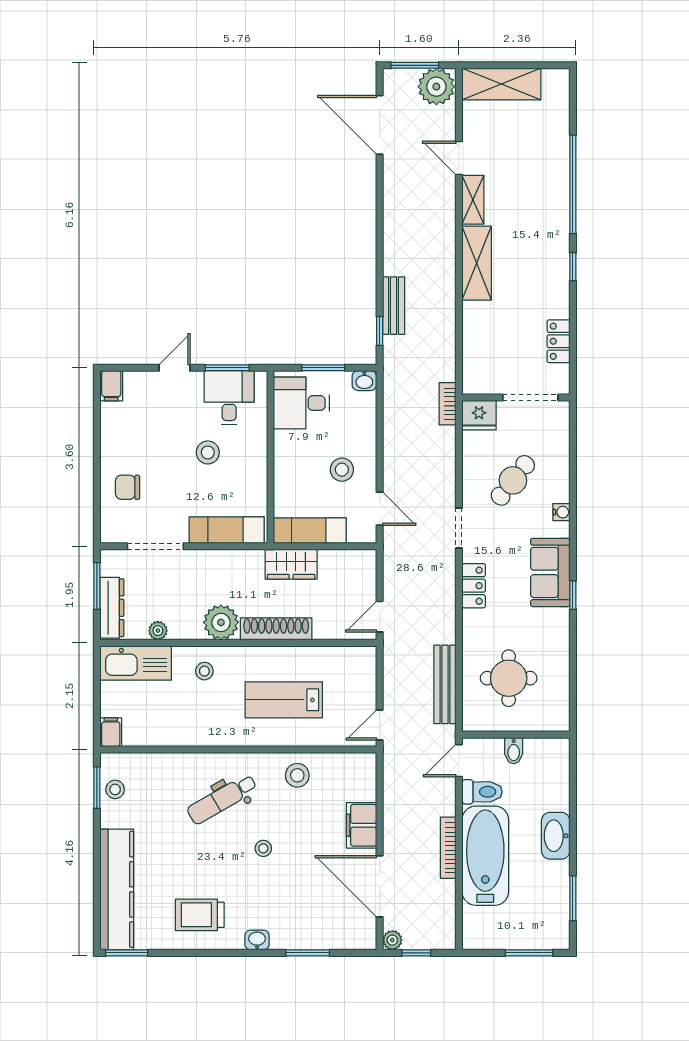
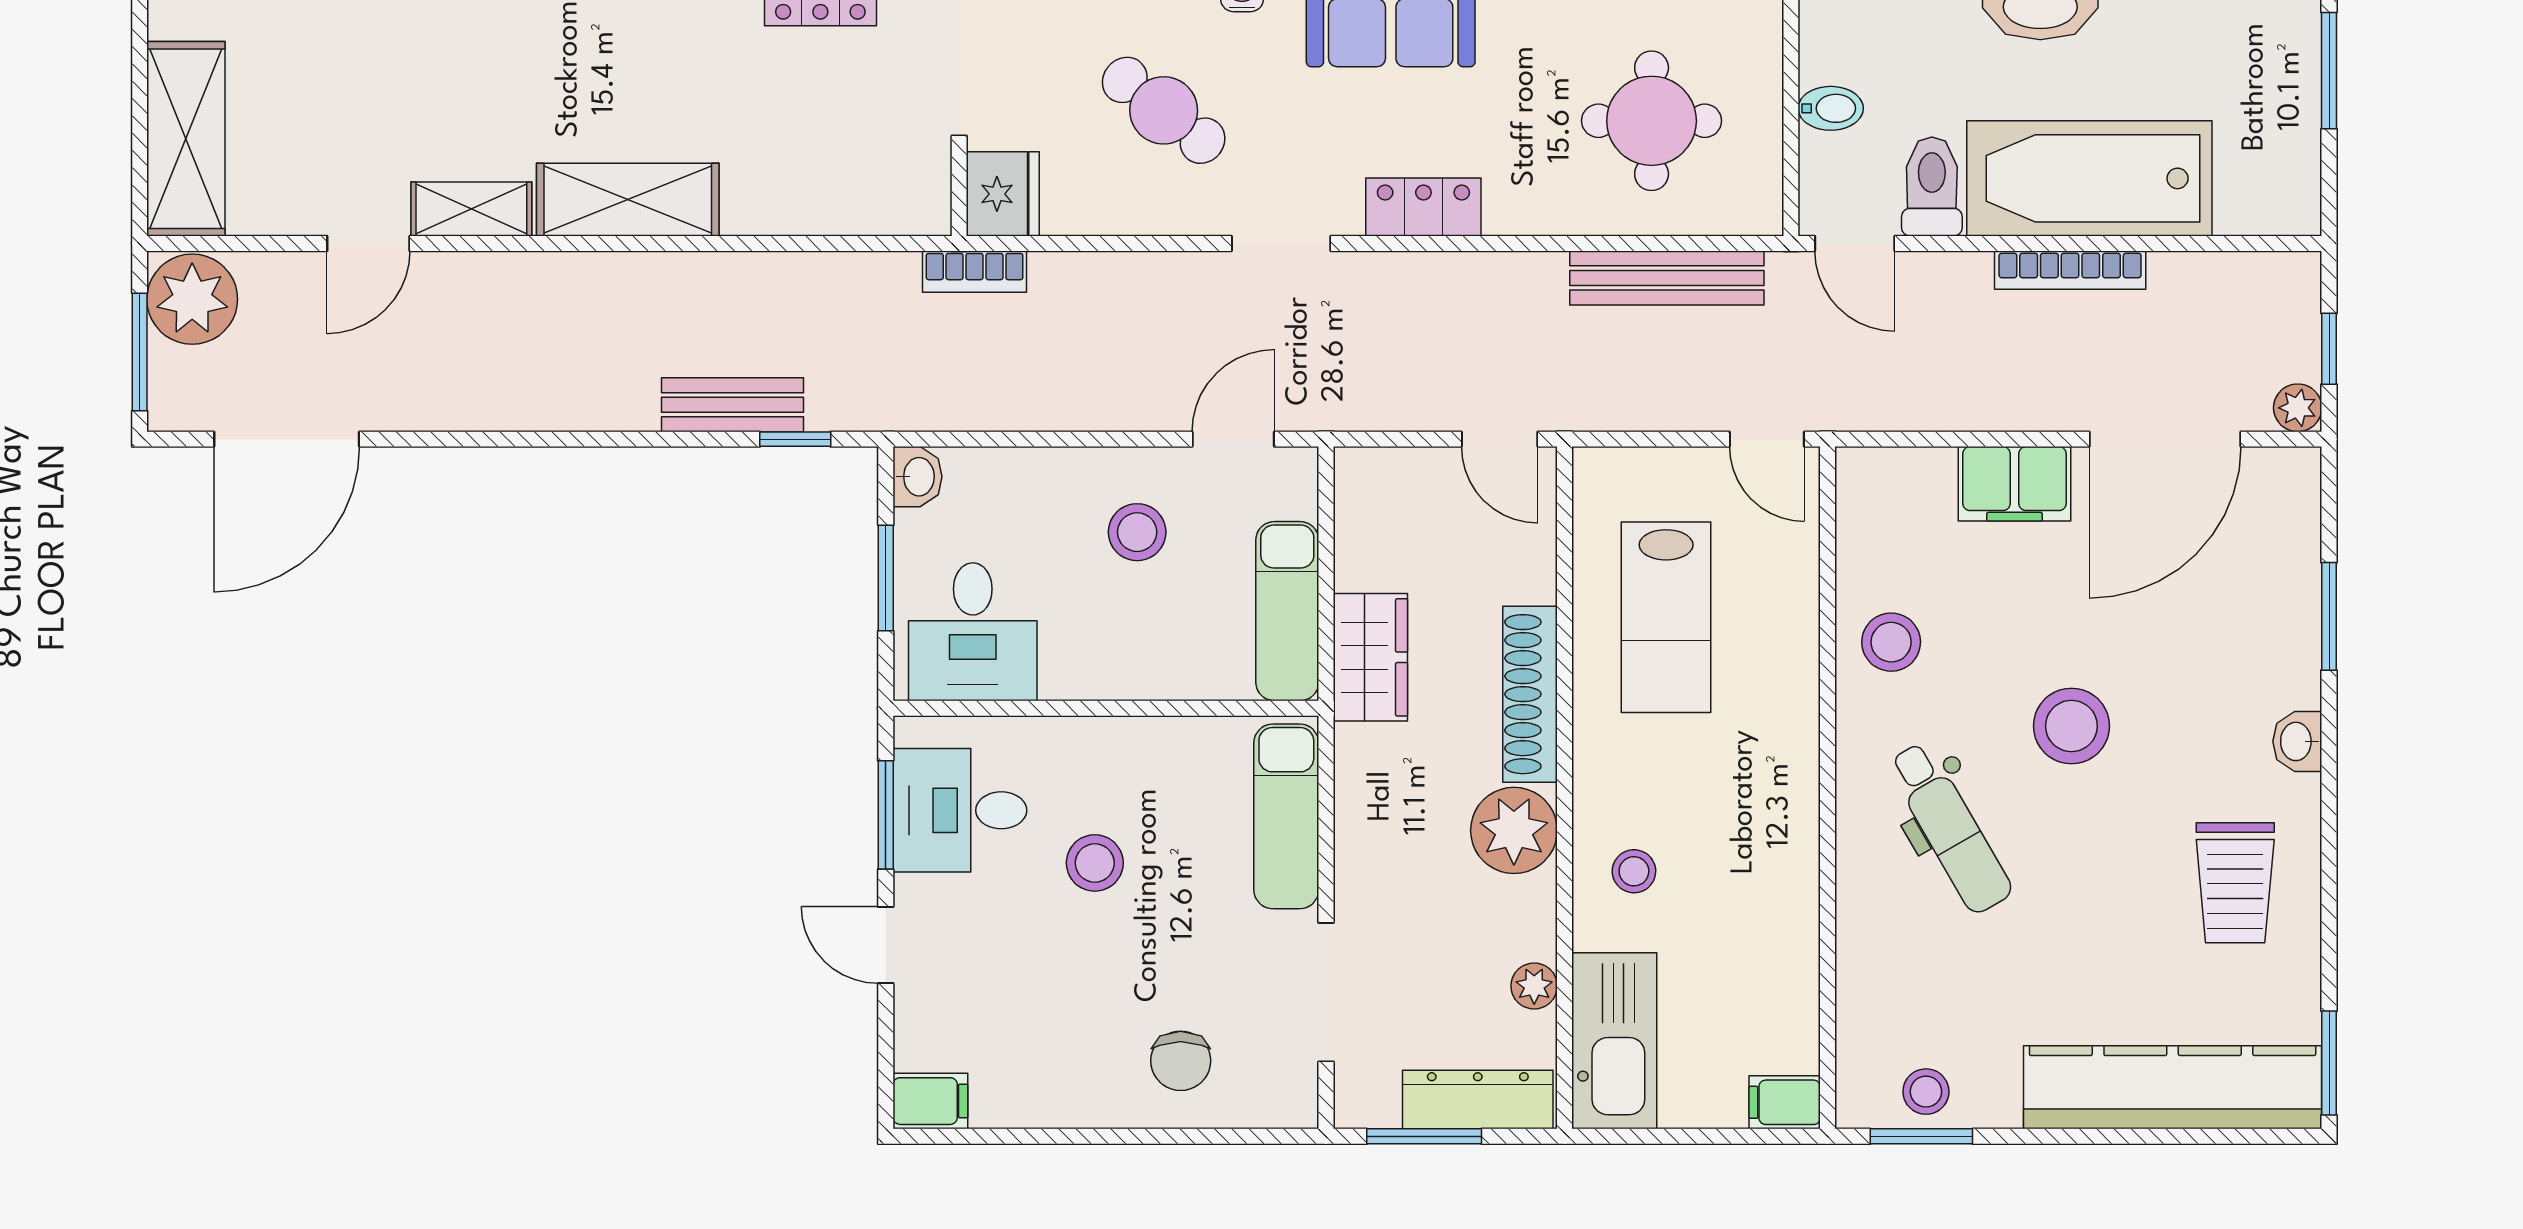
lab bench: (284, 700) -> (1666, 617), moved
stool: (263, 848) -> (2071, 726), width x1.89, depth x1.89

